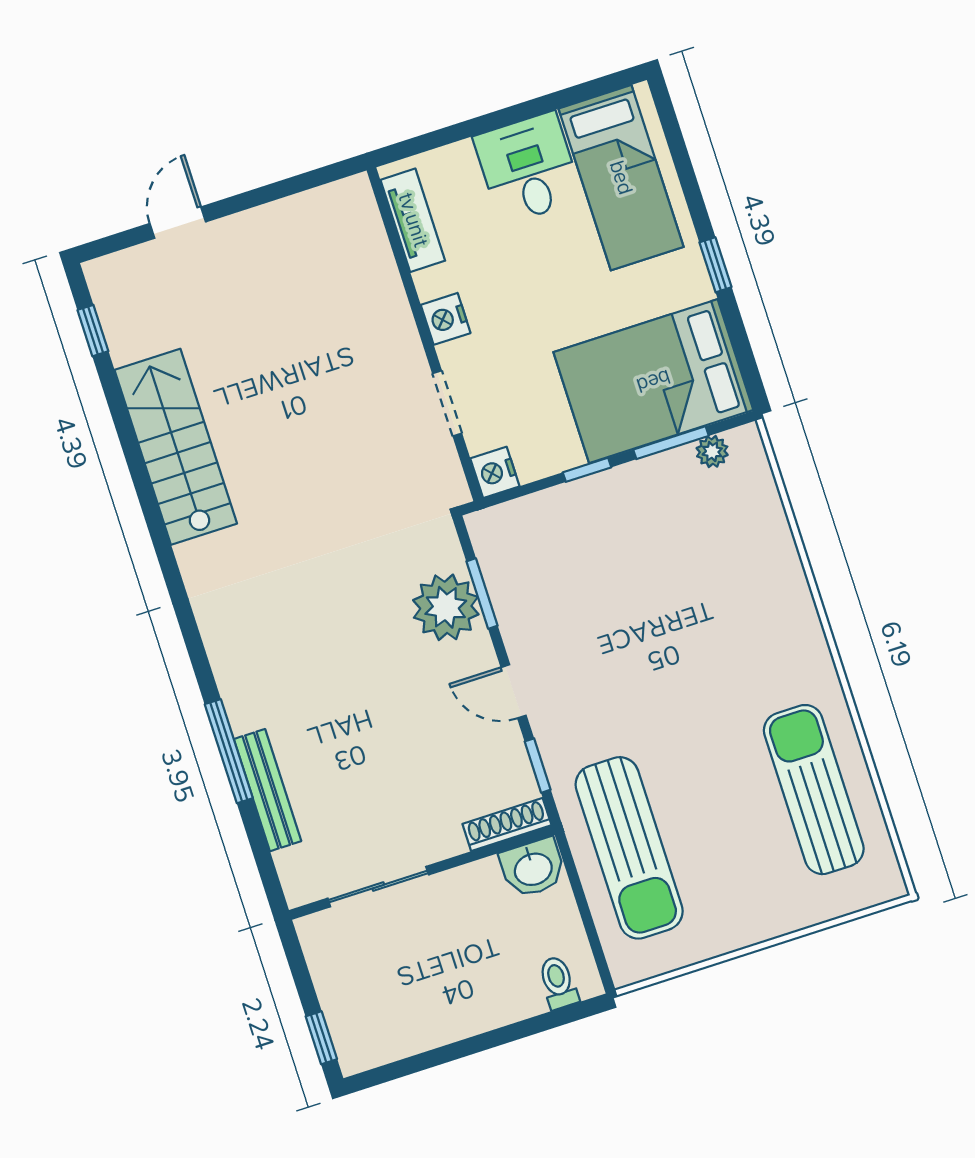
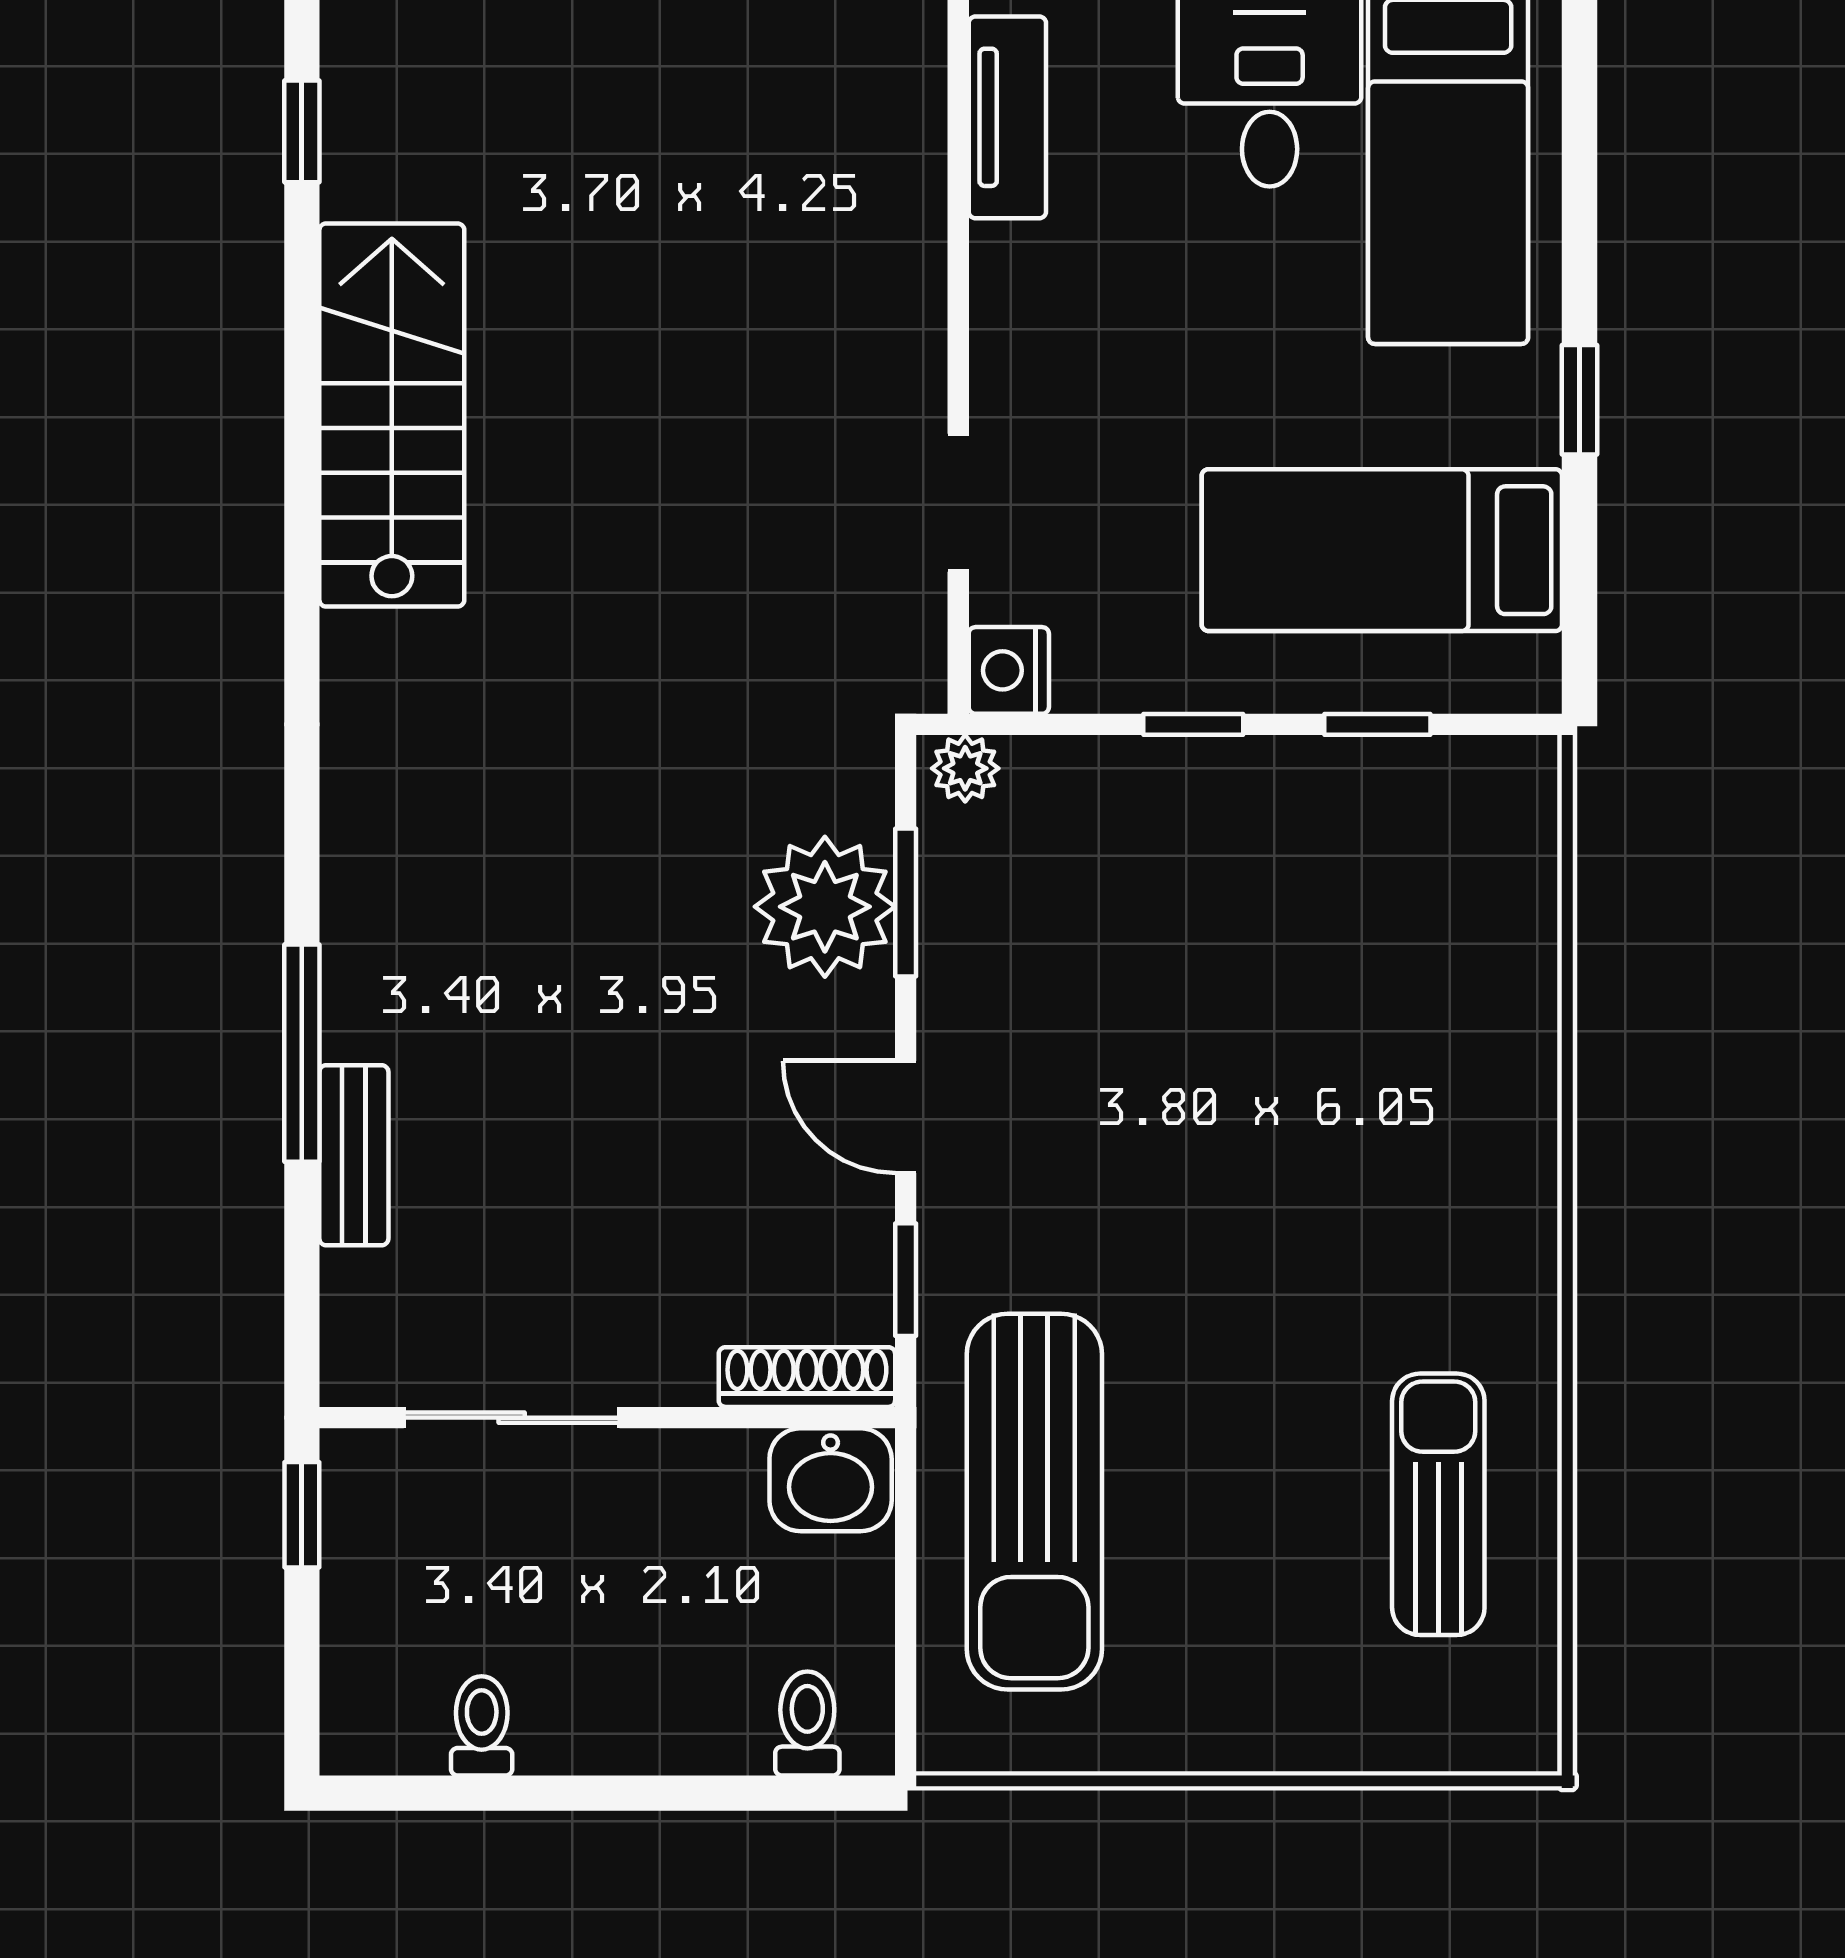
nightstand: (446, 319) -> (1009, 334), removed
bed: (653, 381) -> (1382, 550), width x0.67
window: (671, 443) -> (1377, 724), width x0.67
plant: (712, 452) -> (965, 768), moved
bench: (268, 790) -> (354, 1155), width x0.73
sun lounger: (814, 790) -> (1438, 1504), width x0.73, depth x0.75
toilet: (410, 1032) -> (482, 1726), added
window: (321, 1038) -> (302, 1515), moved

